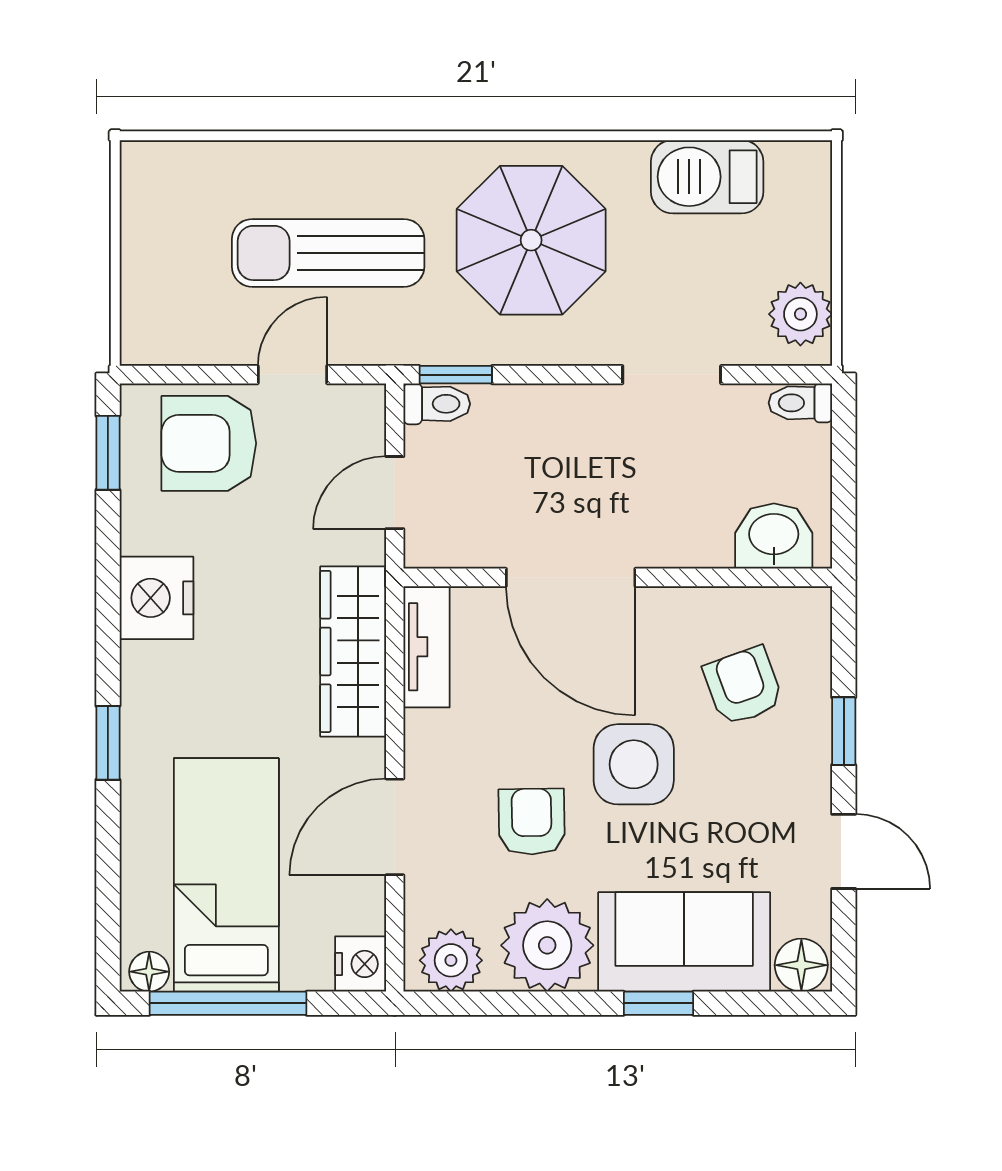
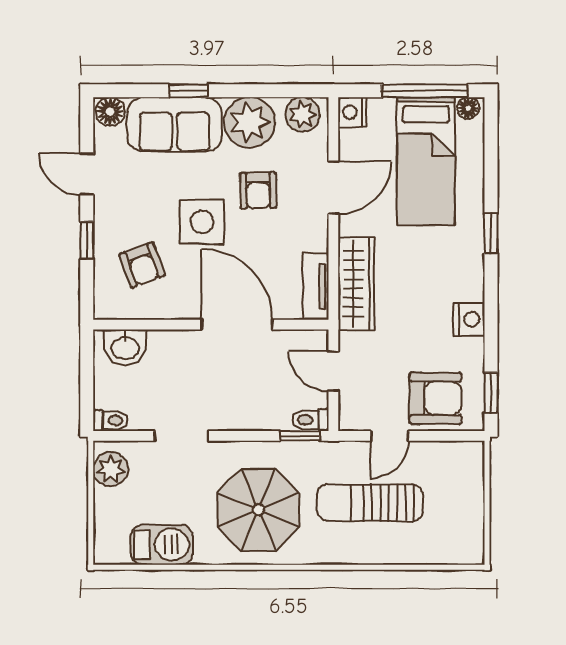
sun lounger: (328, 253) -> (370, 503), turned 180
door: (395, 493) -> (333, 371), swing flipped
nightstand: (156, 598) -> (469, 319), width x0.74, depth x0.75

